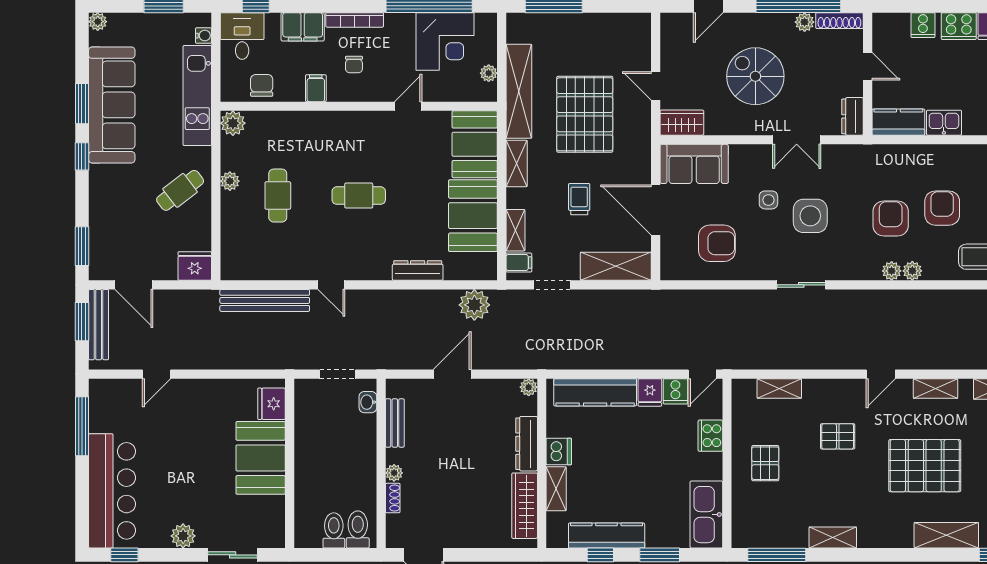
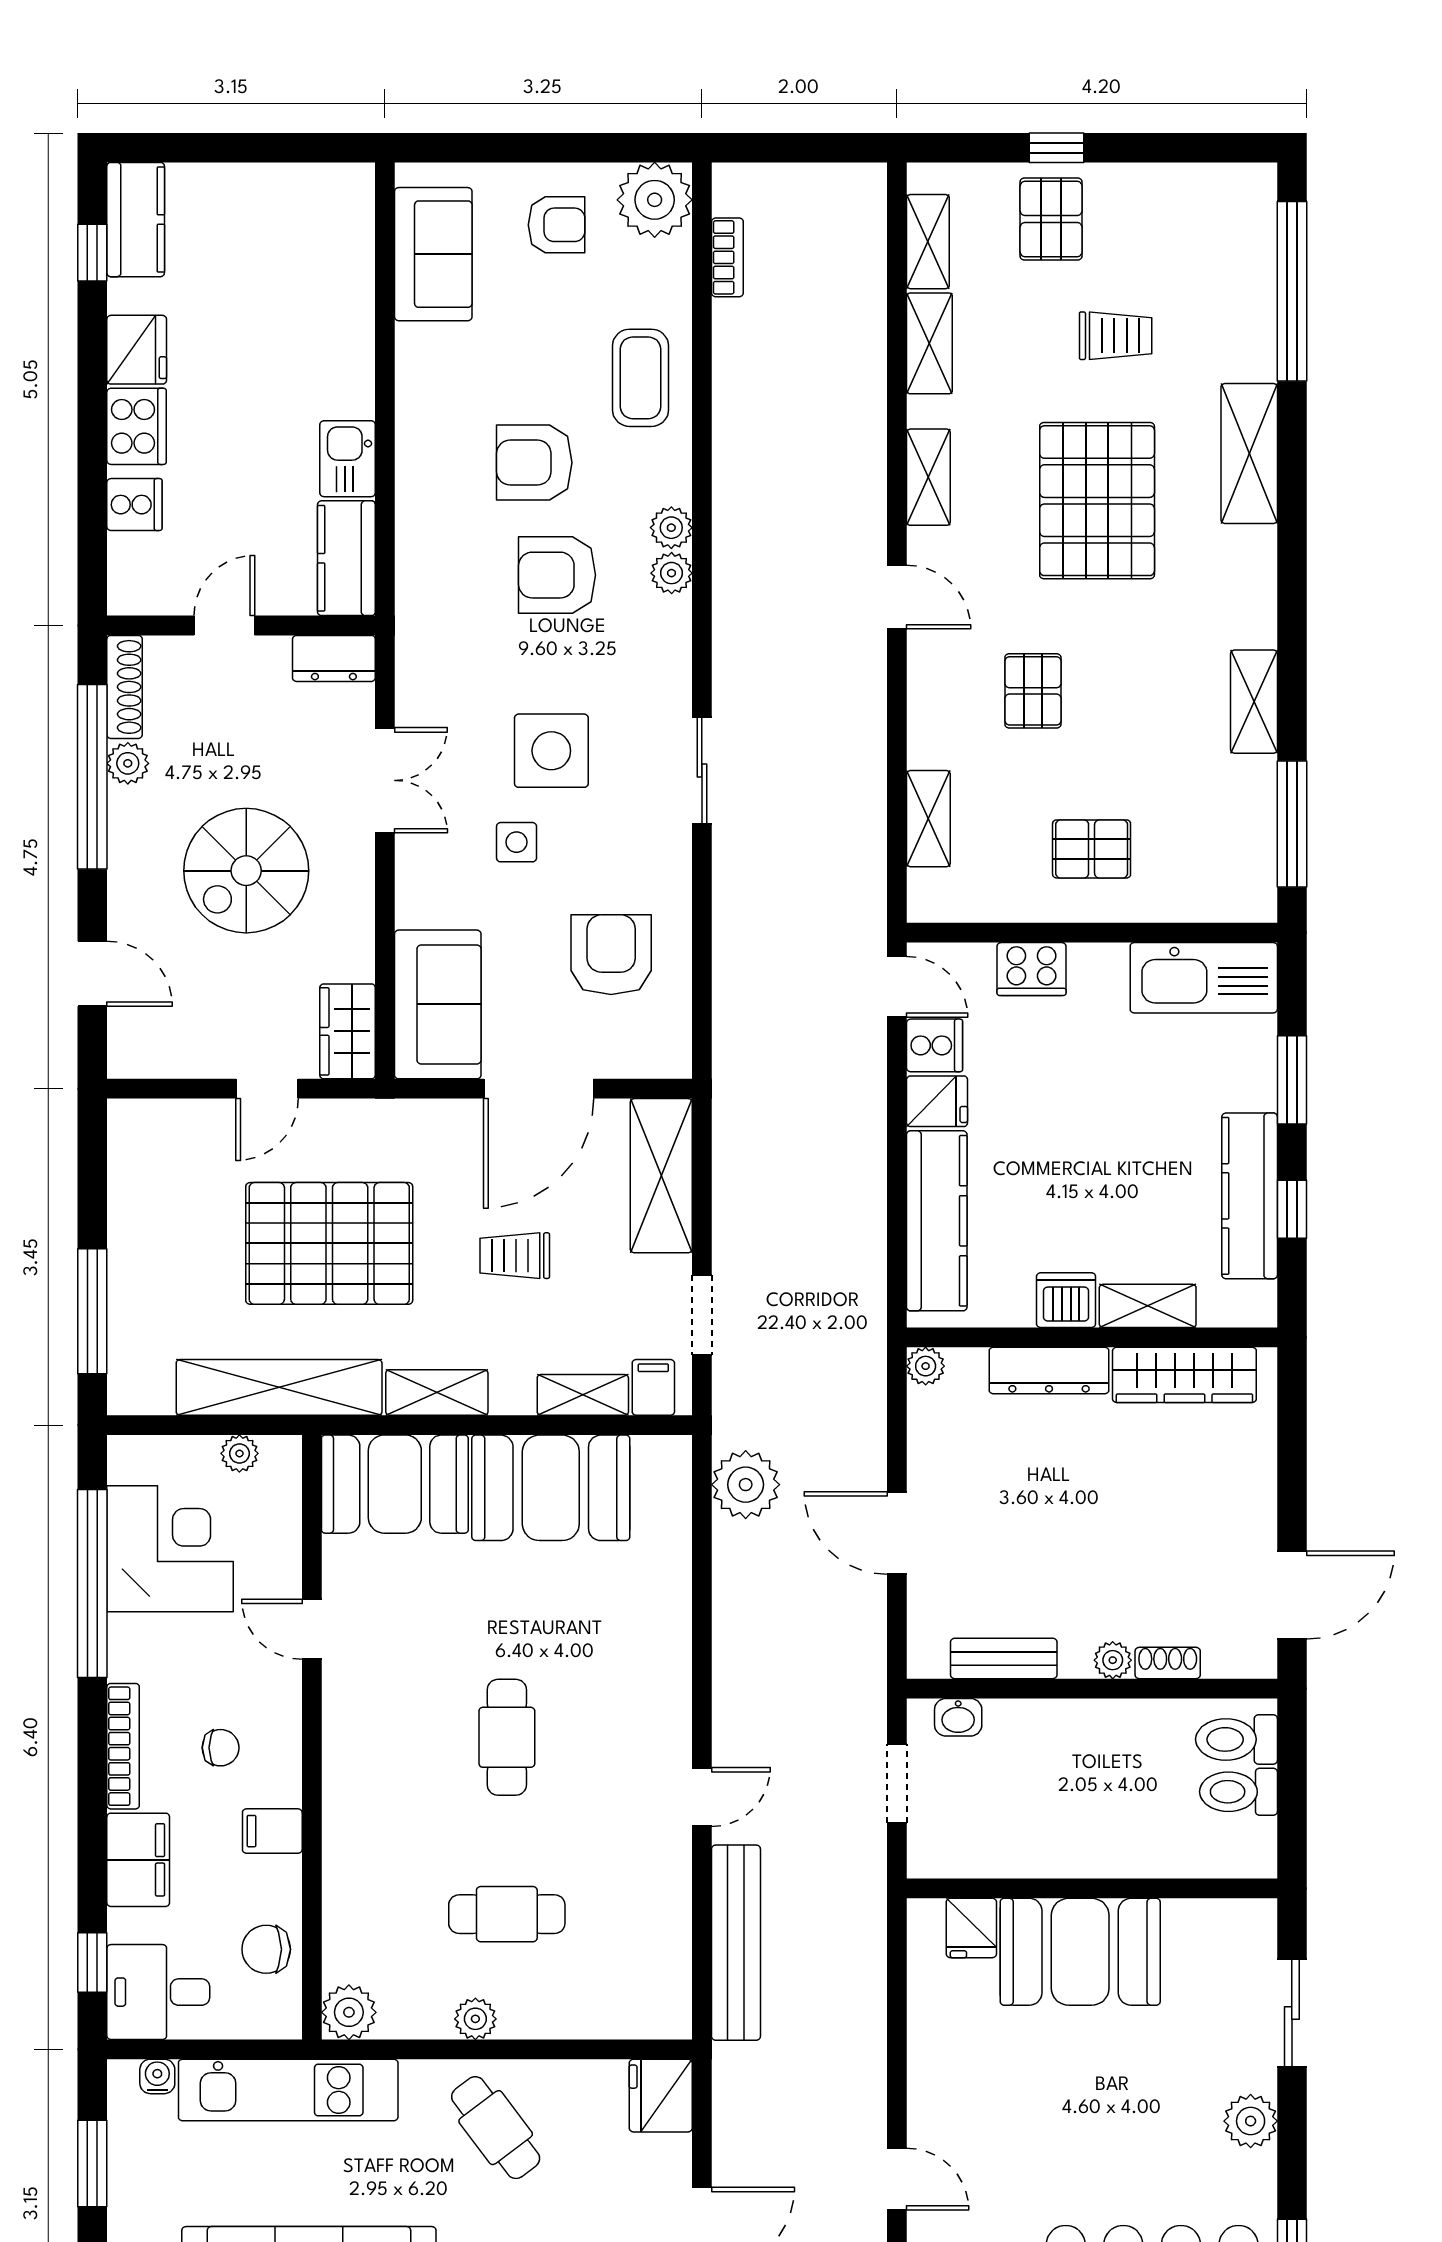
dresser: (418, 270) -> (671, 1609), removed
fridge: (271, 404) -> (971, 1928), width x0.72

